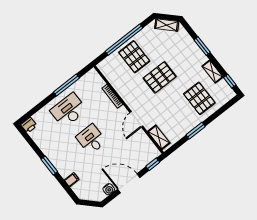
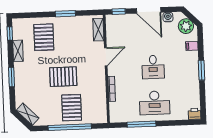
plant: (88, 193) -> (186, 26), added

